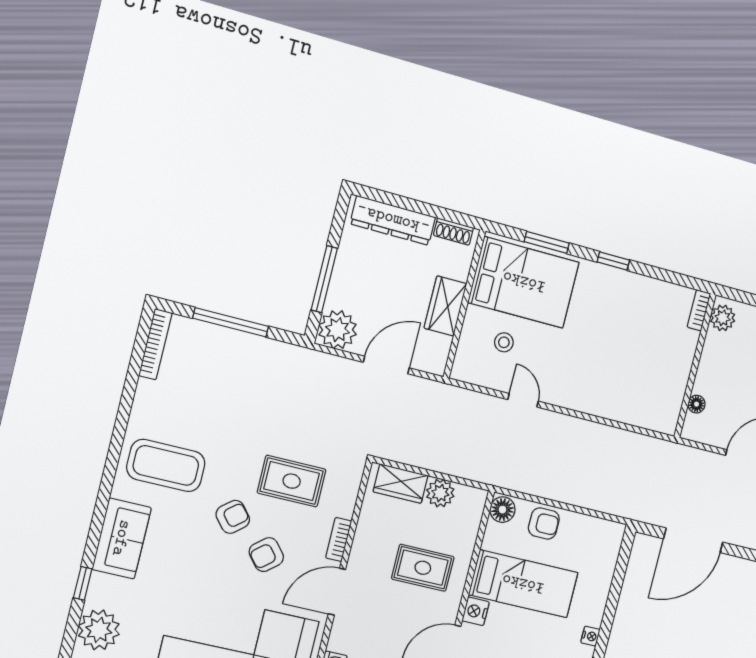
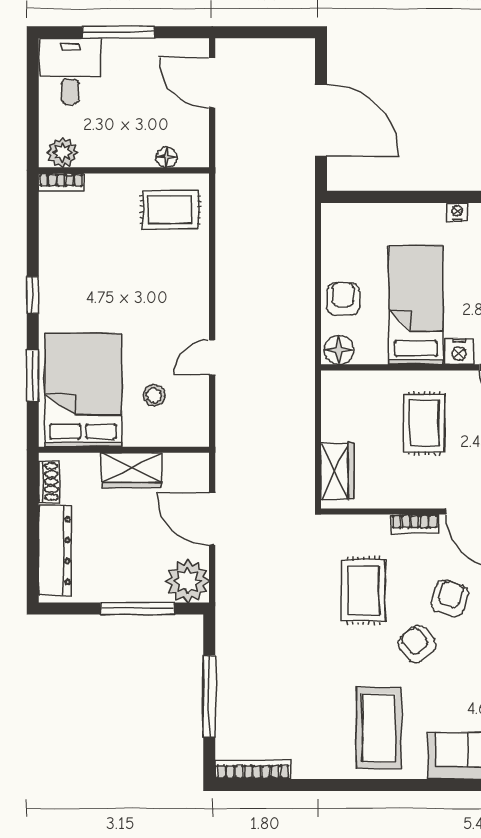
rug: (654, 396) -> (170, 210), added
plant: (440, 493) -> (337, 424), removed
armchair: (266, 555) -> (450, 598), turned -122

